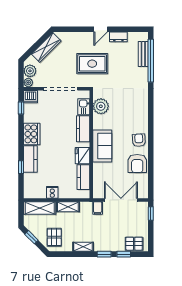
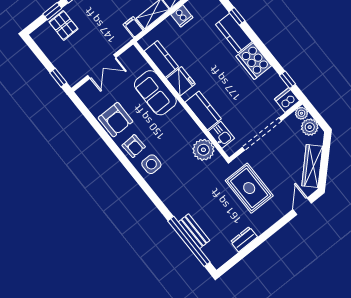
door: (101, 29) -> (302, 206), moved
bench: (143, 54) -> (194, 231), moved
rug: (92, 64) -> (249, 188), turned 90
side table: (137, 122) -> (151, 164), added
sofa: (102, 146) -> (155, 93), moved
armchair: (137, 163) -> (115, 120), turned 180
double door: (121, 200) -> (102, 66), width x0.73
filing cabinet: (98, 208) -> (133, 27), moved
pallet: (134, 244) -> (64, 25), moved, turned 90

